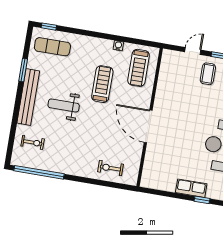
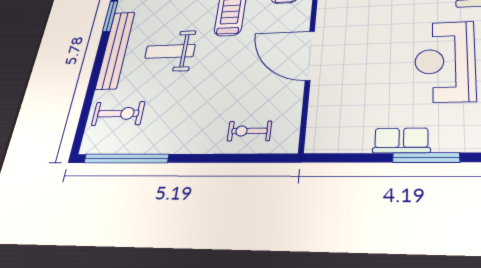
exercise bike: (33, 142) -> (118, 113), width x1.38, depth x1.39
window: (202, 200) -> (426, 158), width x2.17

